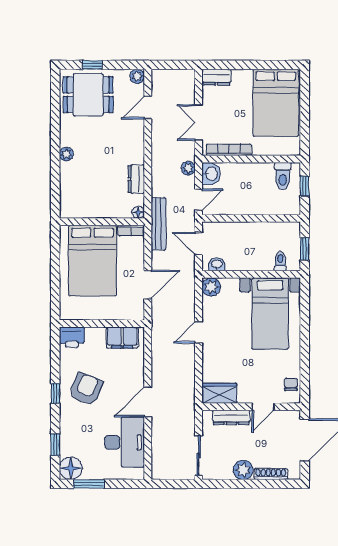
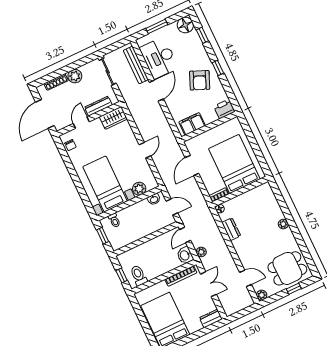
door: (148, 108) -> (245, 278), hinge flipped
bench: (158, 224) -> (136, 65), moved
plant: (211, 287) -> (139, 189), moved
window: (89, 484) -> (157, 26), moved

